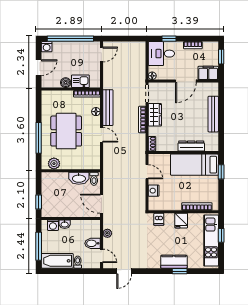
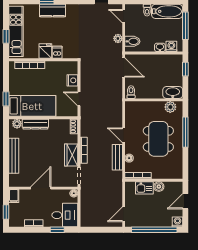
filing cabinet: (208, 73) -> (14, 196), width x0.50
bench: (108, 108) -> (117, 157), width x0.73
plant: (210, 147) -> (17, 124), added
washbasin: (79, 178) -> (173, 93), moved
dishwasher: (159, 219) -> (57, 52), moved
bidet: (93, 243) -> (132, 41), moved

